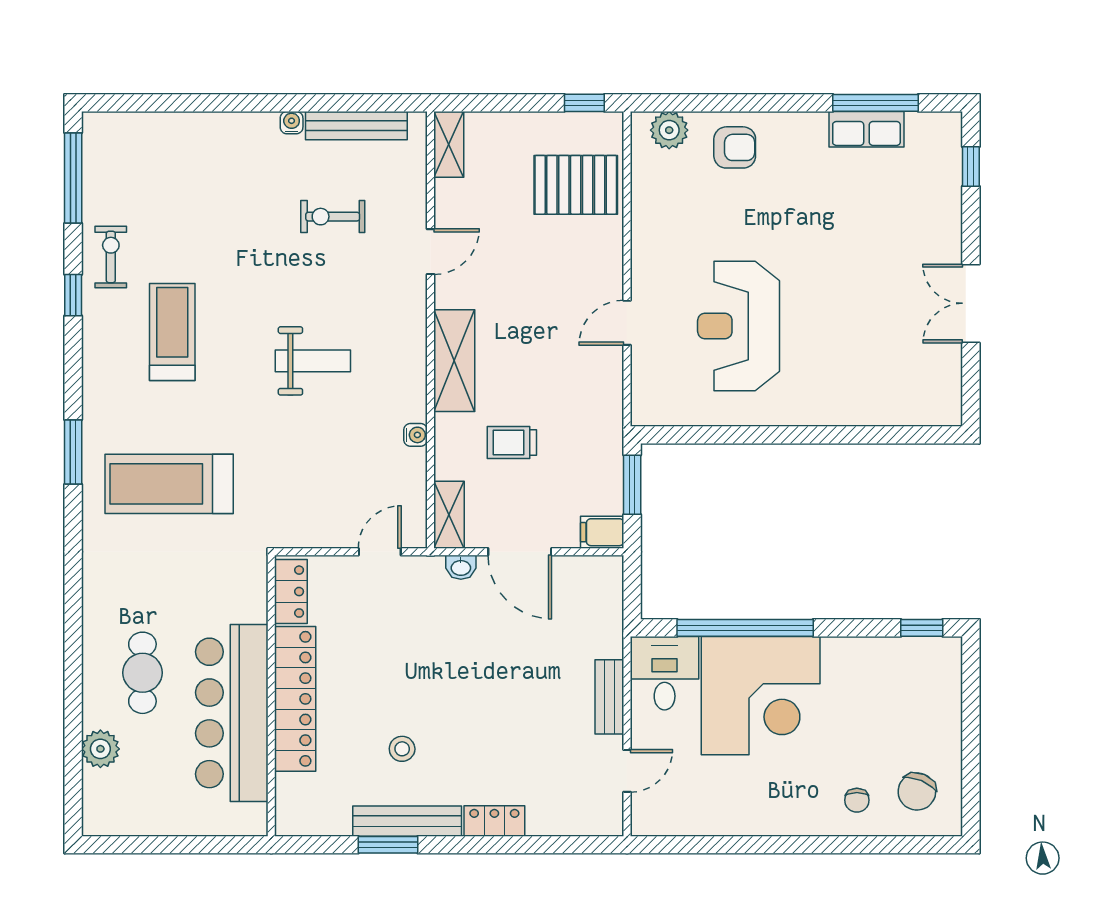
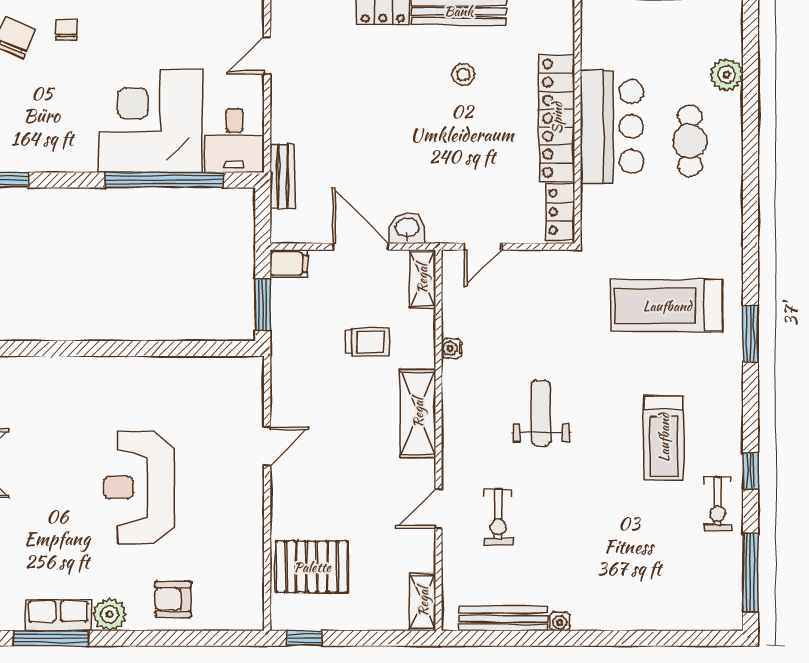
plant: (669, 130) -> (109, 614), moved
exercise bike: (333, 217) -> (498, 517), moved, turned 90
reception desk: (739, 326) -> (139, 487), moved, turned 180
weight bench: (313, 361) -> (541, 413), turned 90
treadmill: (169, 484) -> (667, 306), turned 180
washbasin: (461, 567) -> (407, 228), width x1.38, depth x1.45
bench: (609, 697) -> (282, 176), moved
bar counter: (232, 713) -> (612, 127), width x0.73

